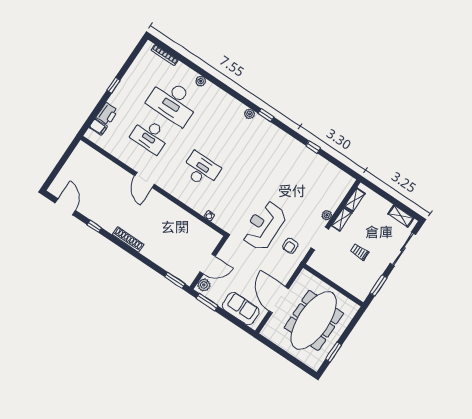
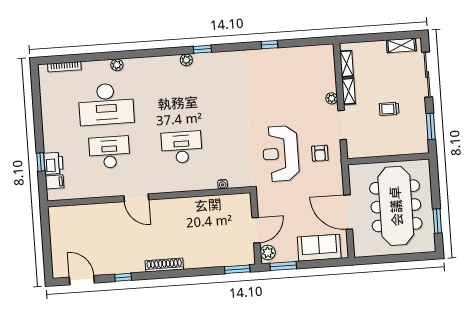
window: (113, 85) -> (41, 162), moved
desk: (150, 136) -> (109, 152), turned 180

